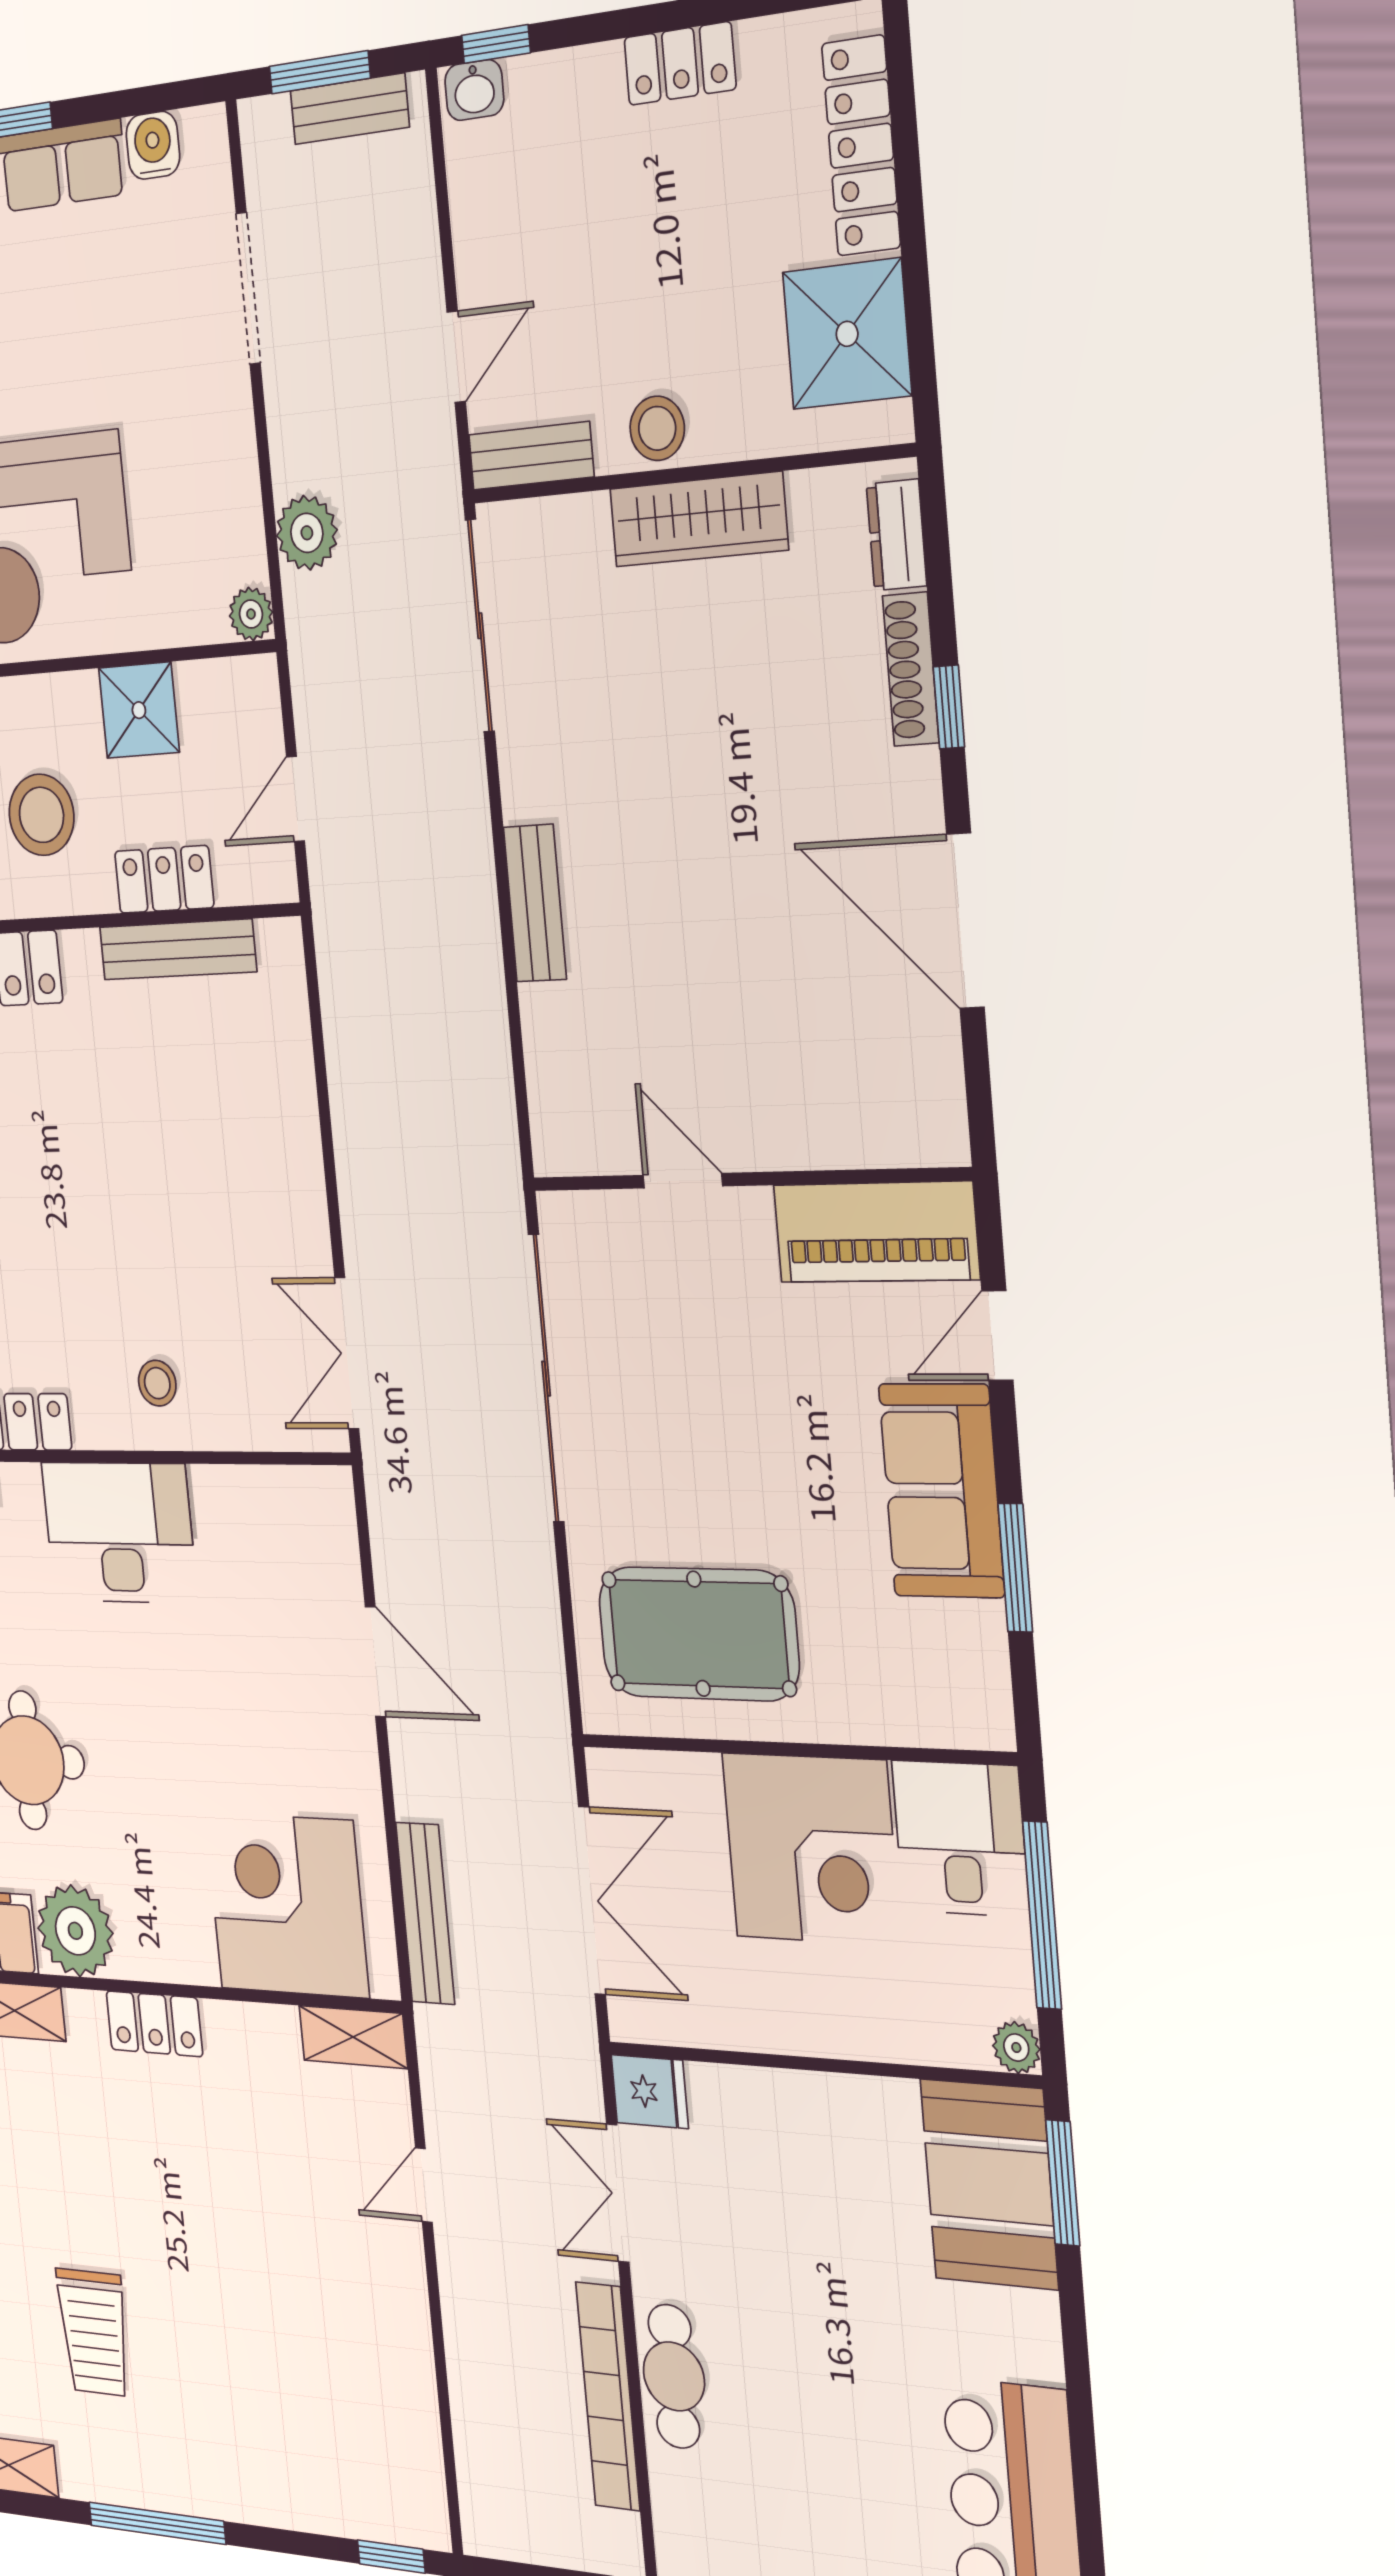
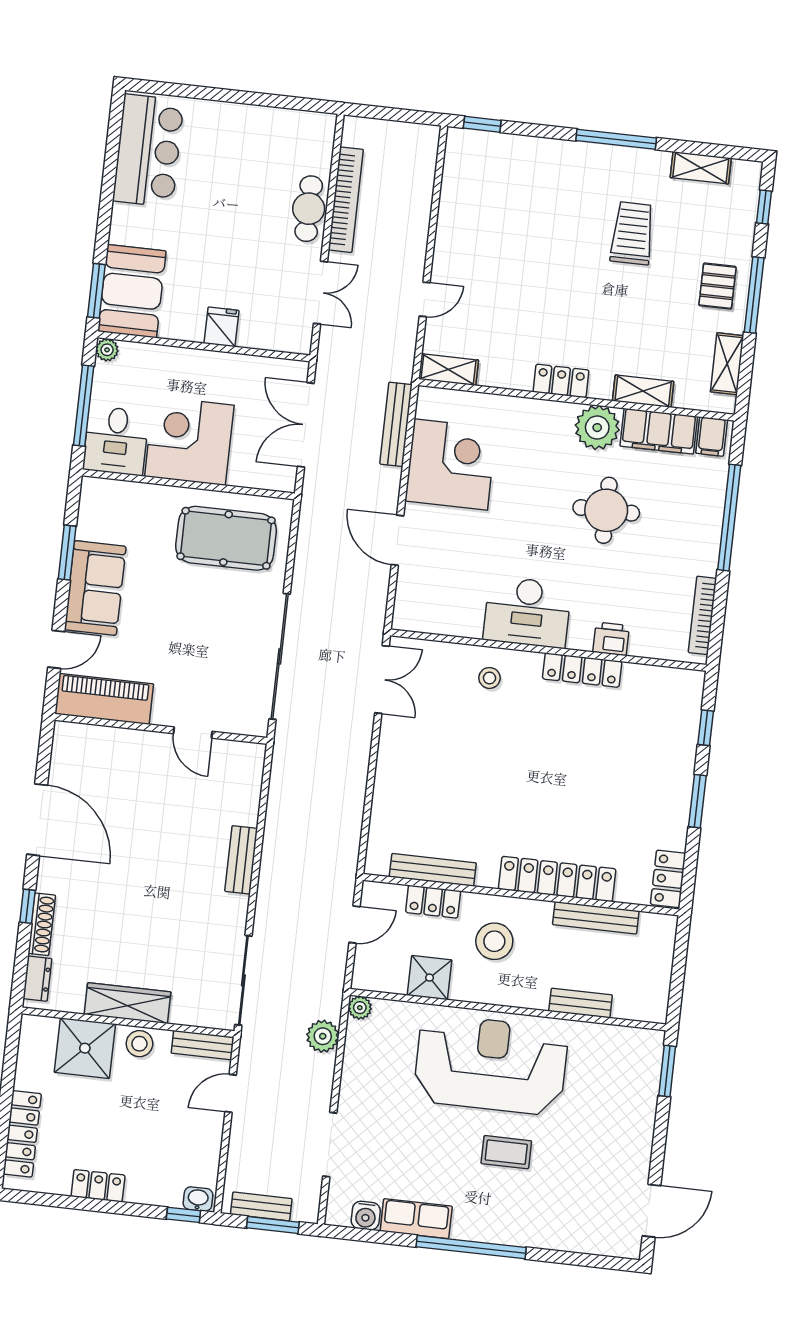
shower: (847, 334) -> (85, 1048), moved
corner desk: (287, 1905) -> (451, 465), moved, turned -90
fridge: (650, 2092) -> (222, 327), moved, turned 90

